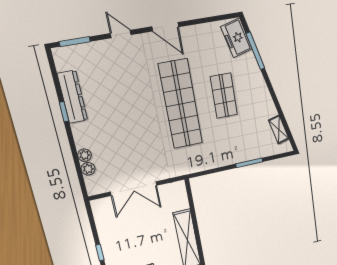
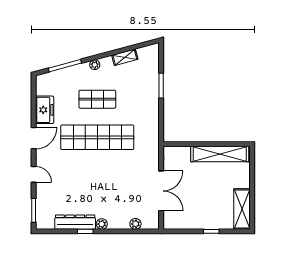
door: (121, 34) -> (34, 174), swing flipped
freezer: (236, 38) -> (45, 110), moved, turned -75
plant: (261, 85) -> (95, 65), added
shelving: (279, 130) -> (125, 57), moved
plant: (84, 155) -> (102, 224), moved

